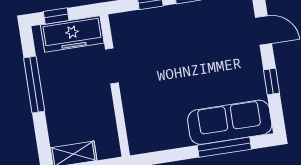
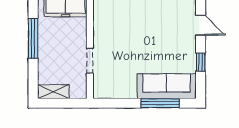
doorway: (112, 66) -> (90, 61), moved

